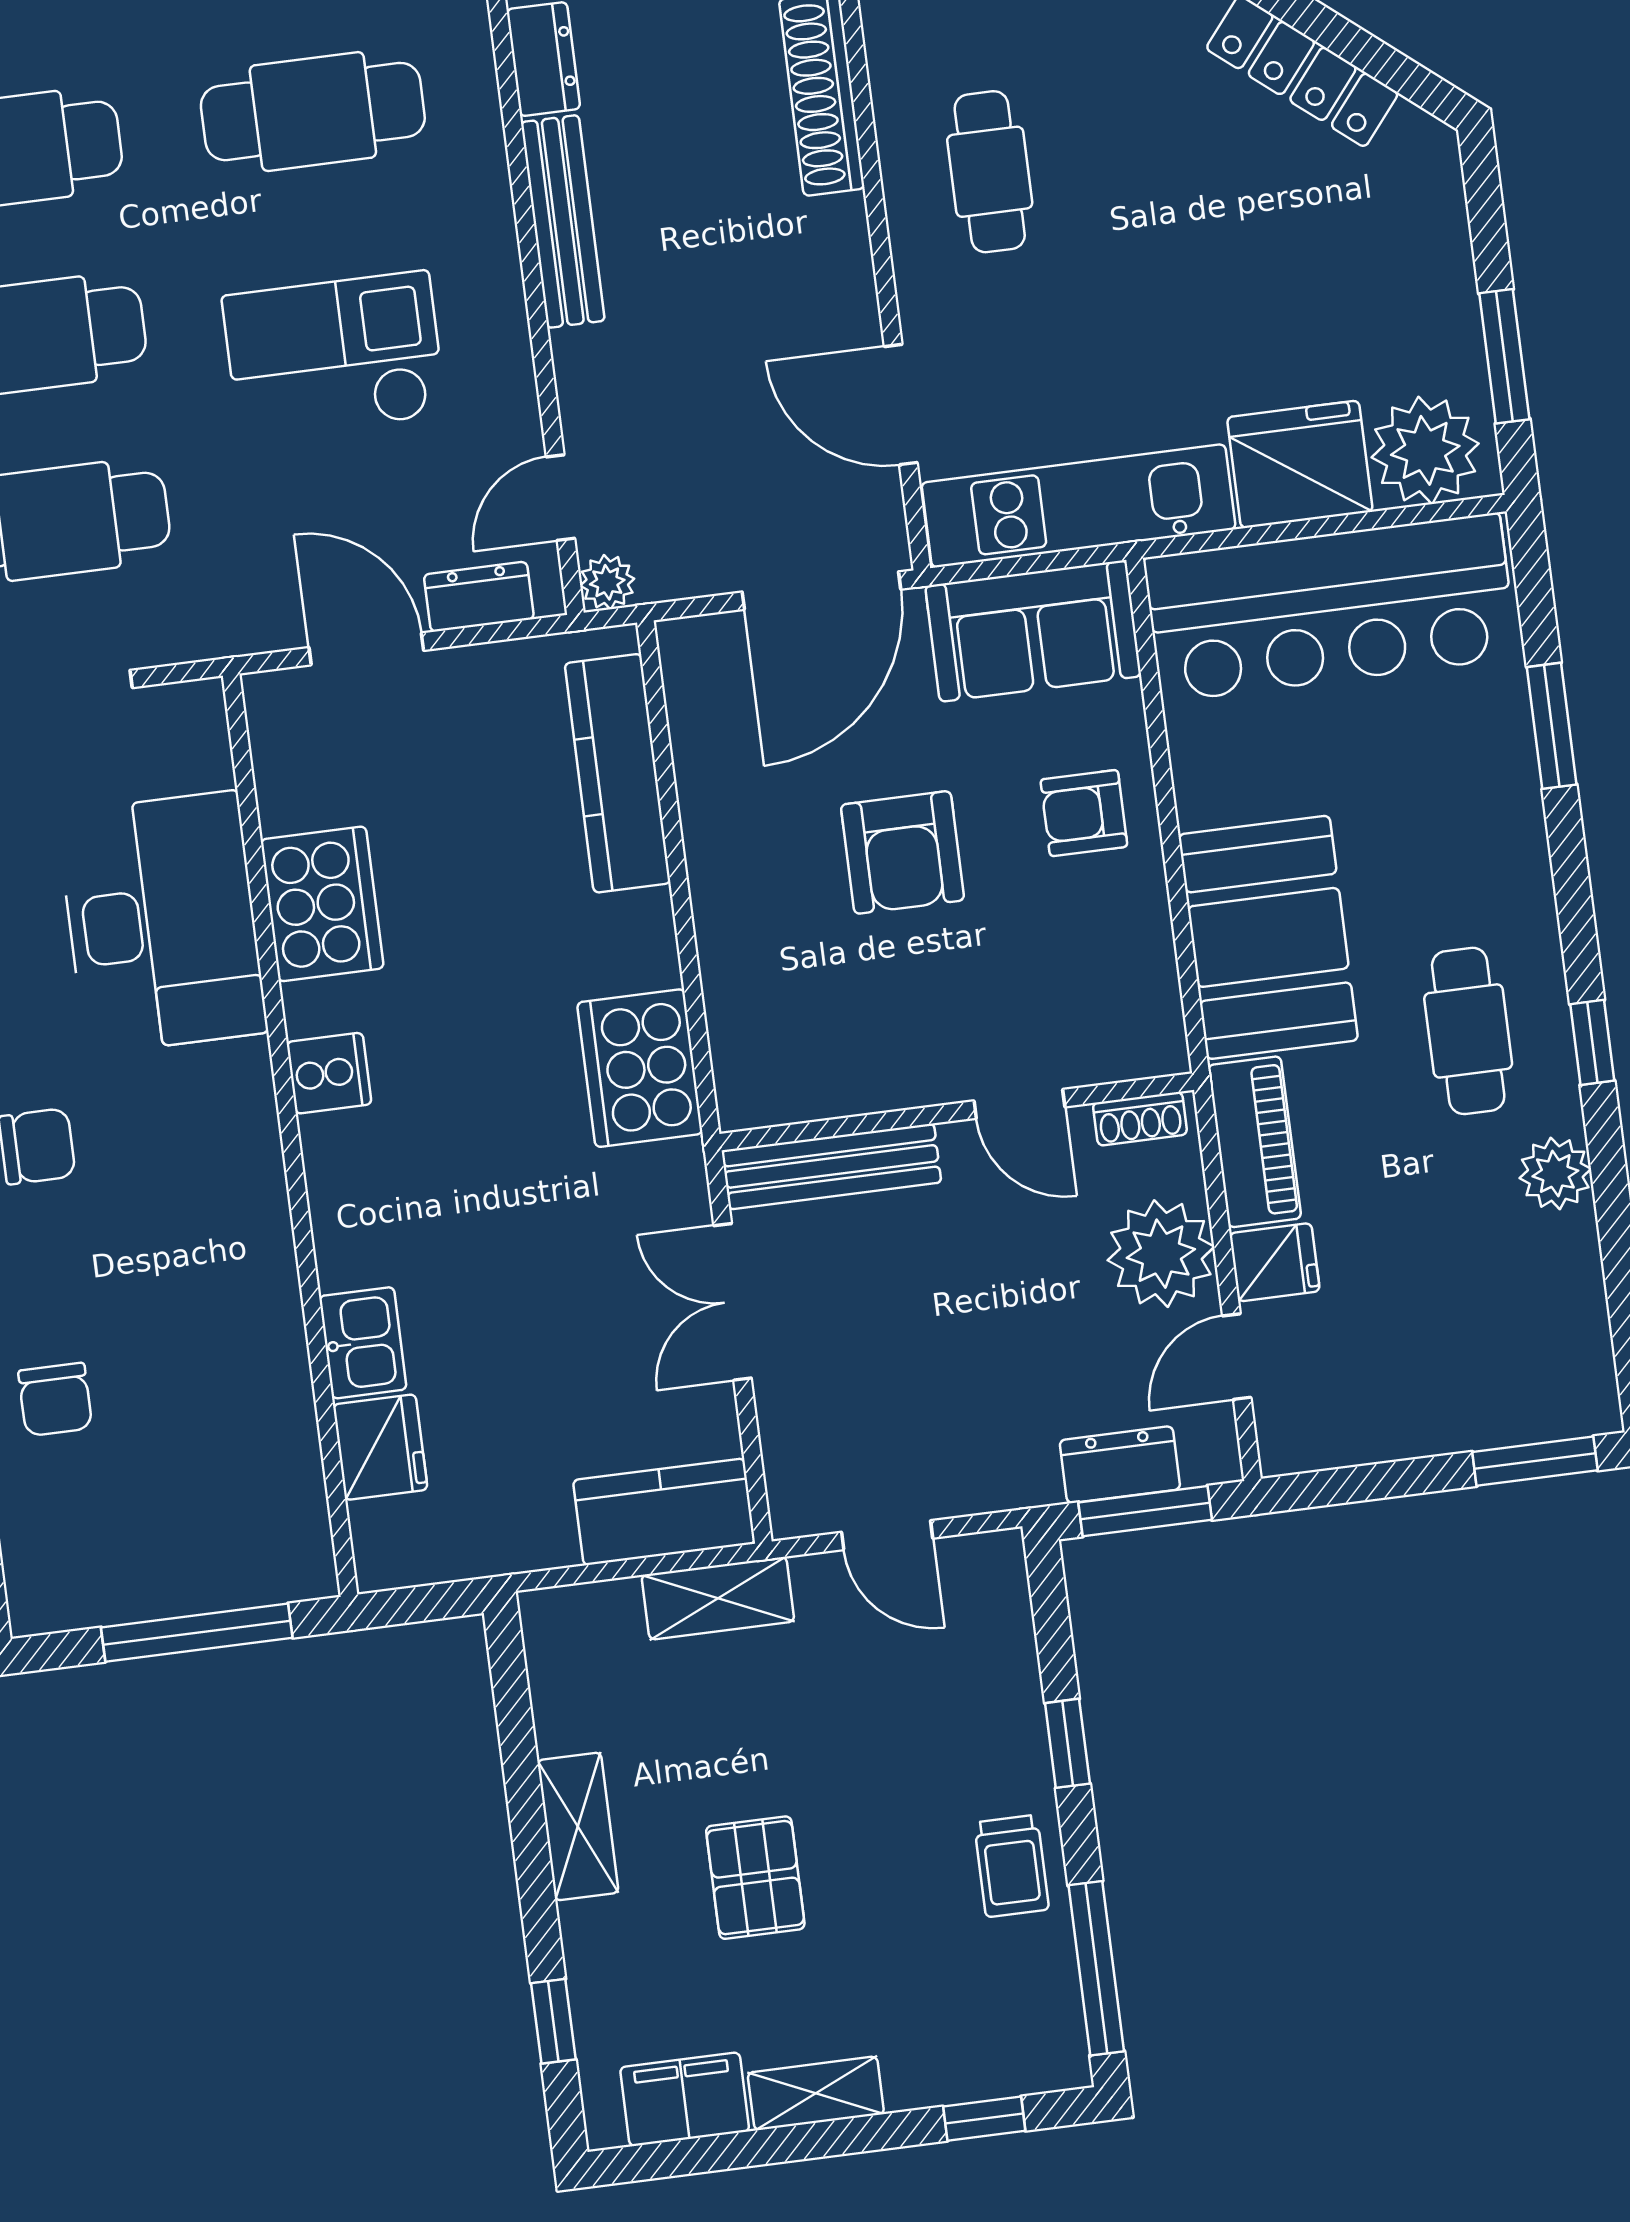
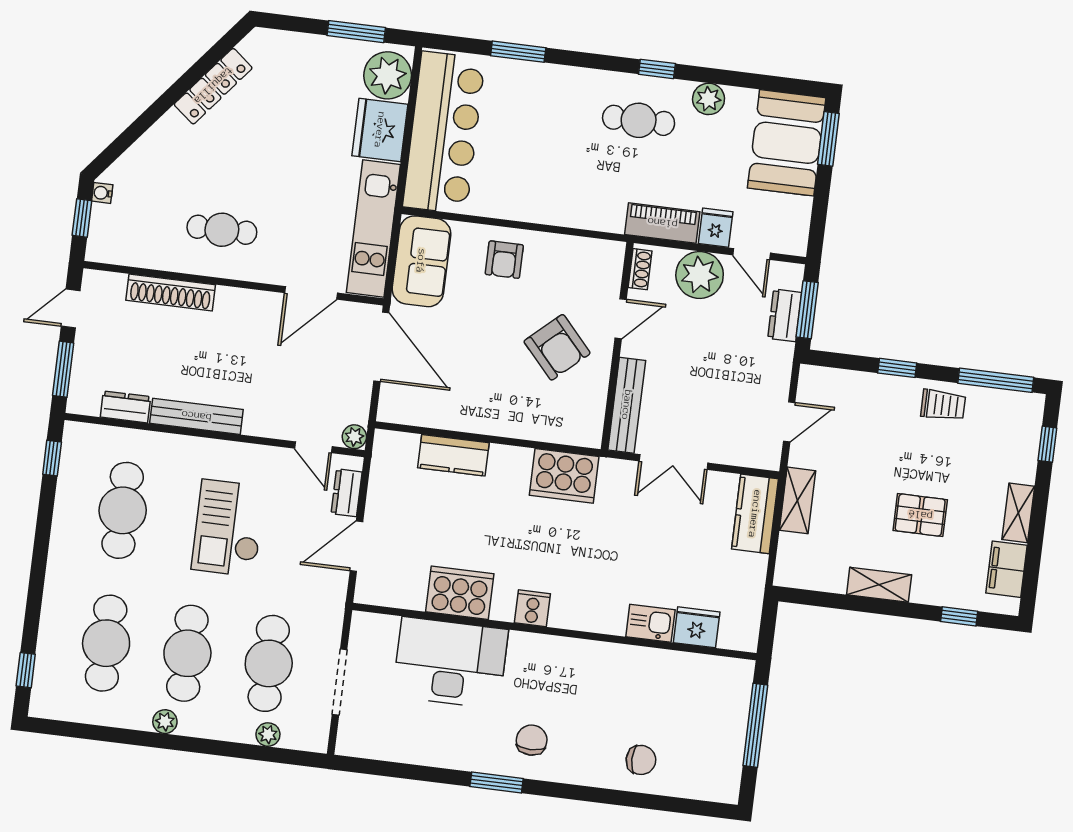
kitchen counter: (618, 773) -> (453, 455), width x0.67
armchair: (903, 852) -> (557, 347), moved, turned 48
booth: (1268, 937) -> (787, 143), moved, turned 90

